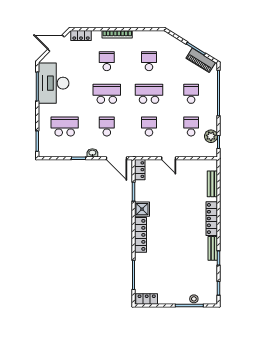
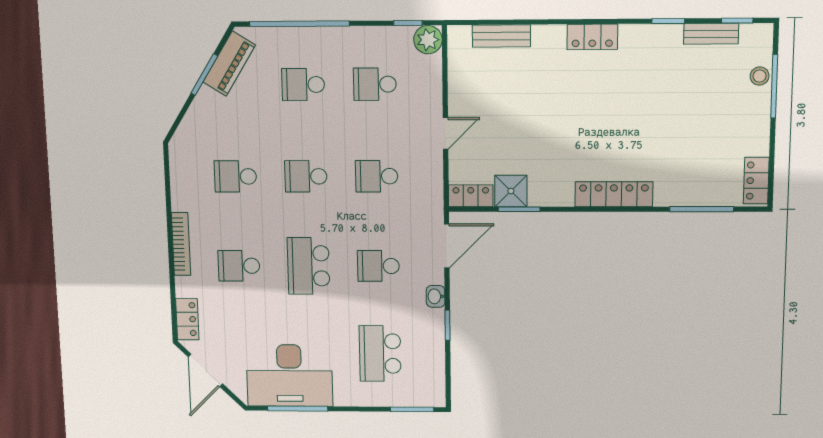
school desk: (149, 94) -> (306, 176), width x0.54
plant: (211, 136) -> (428, 40), moved
shower: (142, 209) -> (511, 191), moved
locker: (212, 219) -> (592, 37), width x0.66
bench: (213, 248) -> (711, 34), moved

